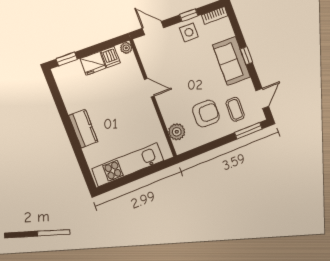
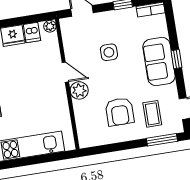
side table: (189, 32) -> (109, 52), moved
armchair: (206, 114) -> (120, 112), turned 90
plant: (177, 132) -> (79, 90), moved

